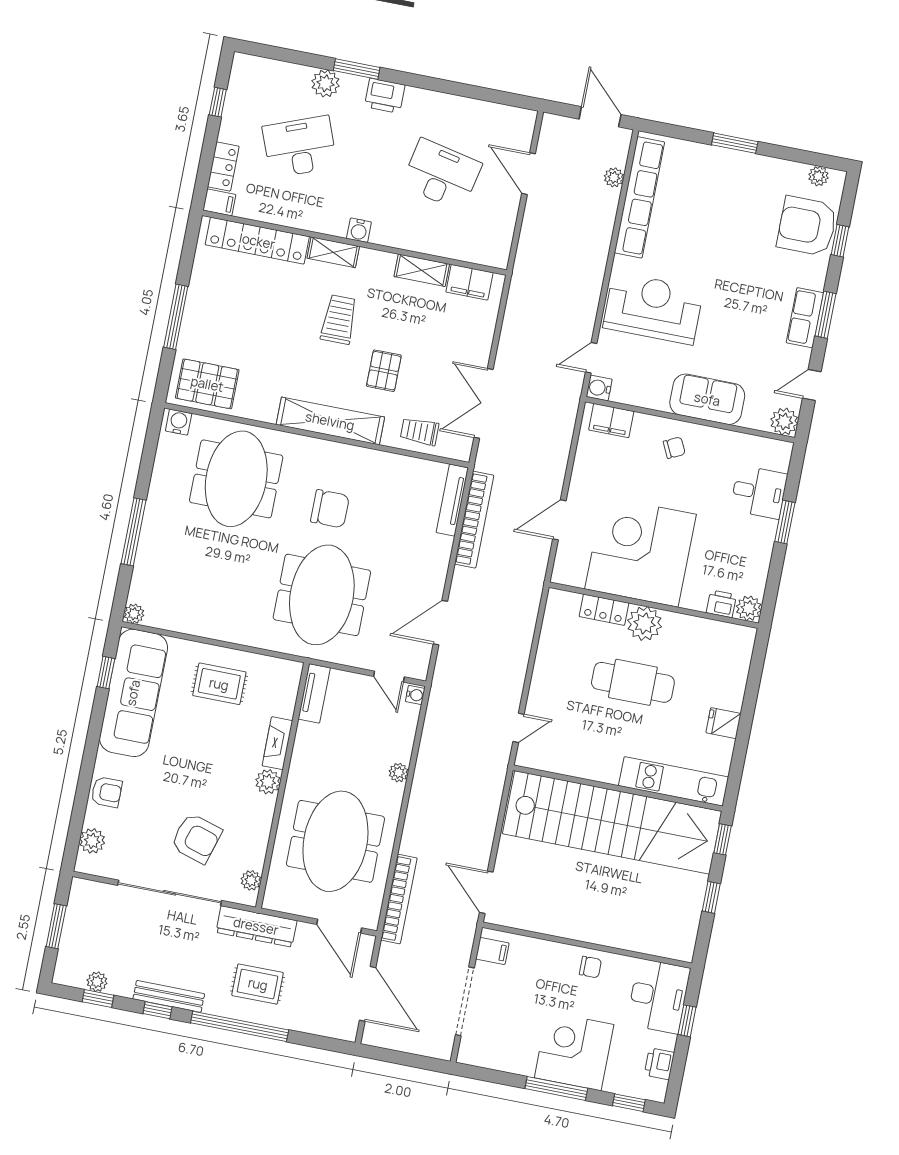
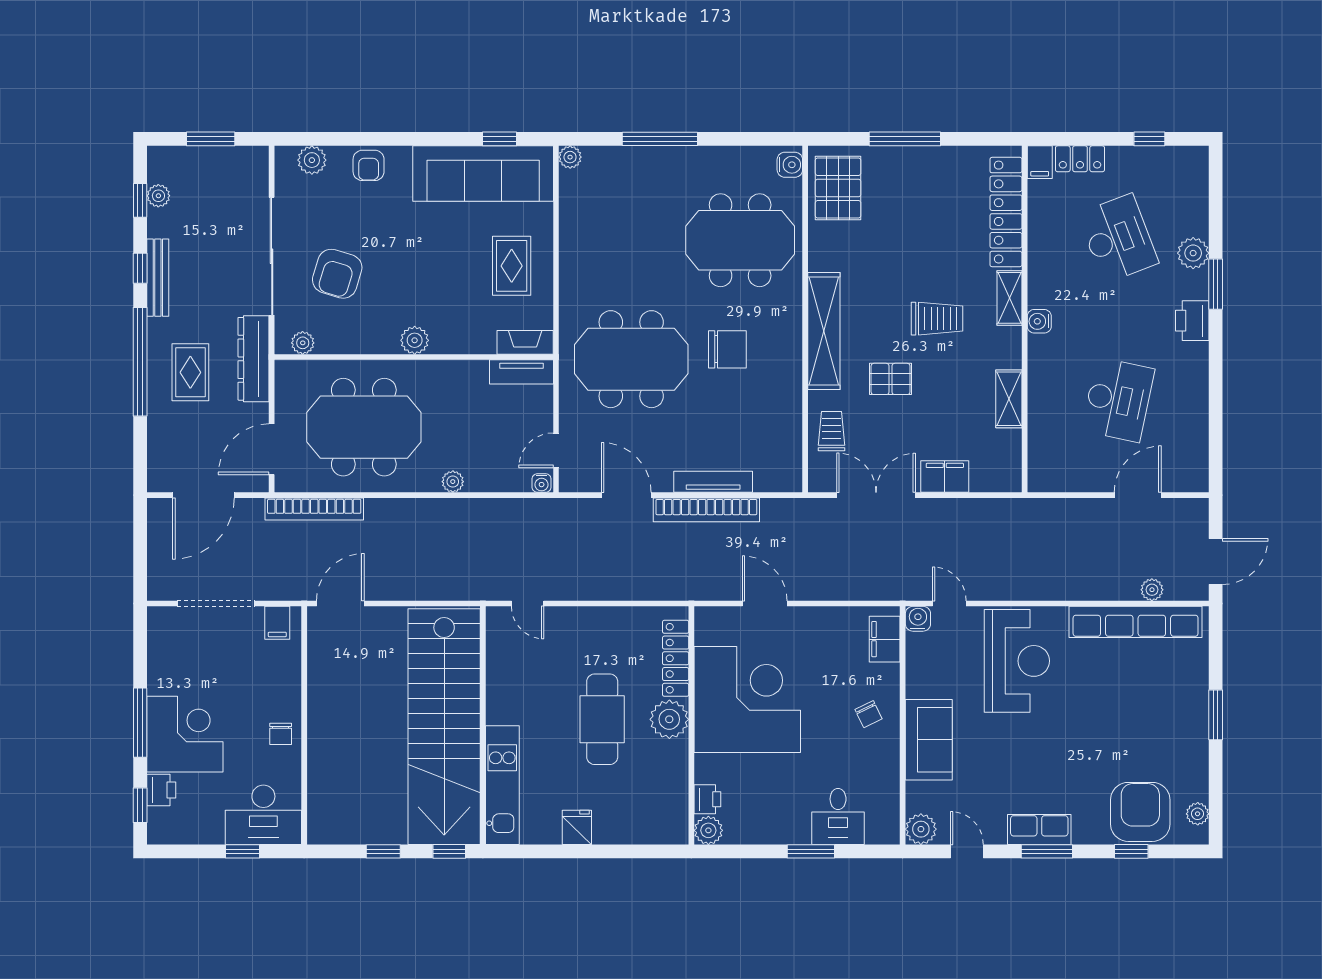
filing cabinet: (469, 282) -> (945, 477), moved, turned 90
tv unit: (452, 500) -> (713, 482), moved
chair: (330, 509) -> (727, 349), turned -90
bookcase: (474, 520) -> (706, 510), moved
locker: (604, 610) -> (676, 658), width x1.53
fireplace: (277, 743) -> (525, 342), moved
printer: (659, 1064) -> (161, 790), moved, turned 90

